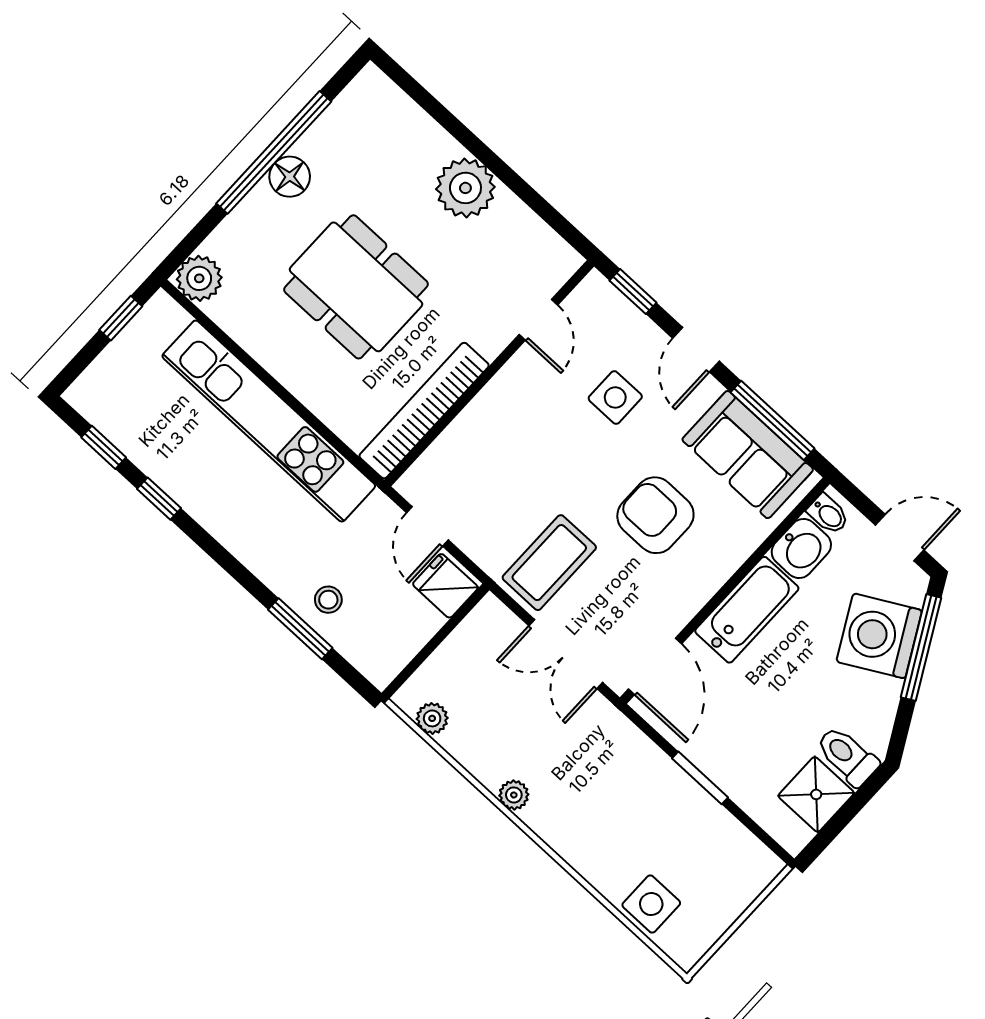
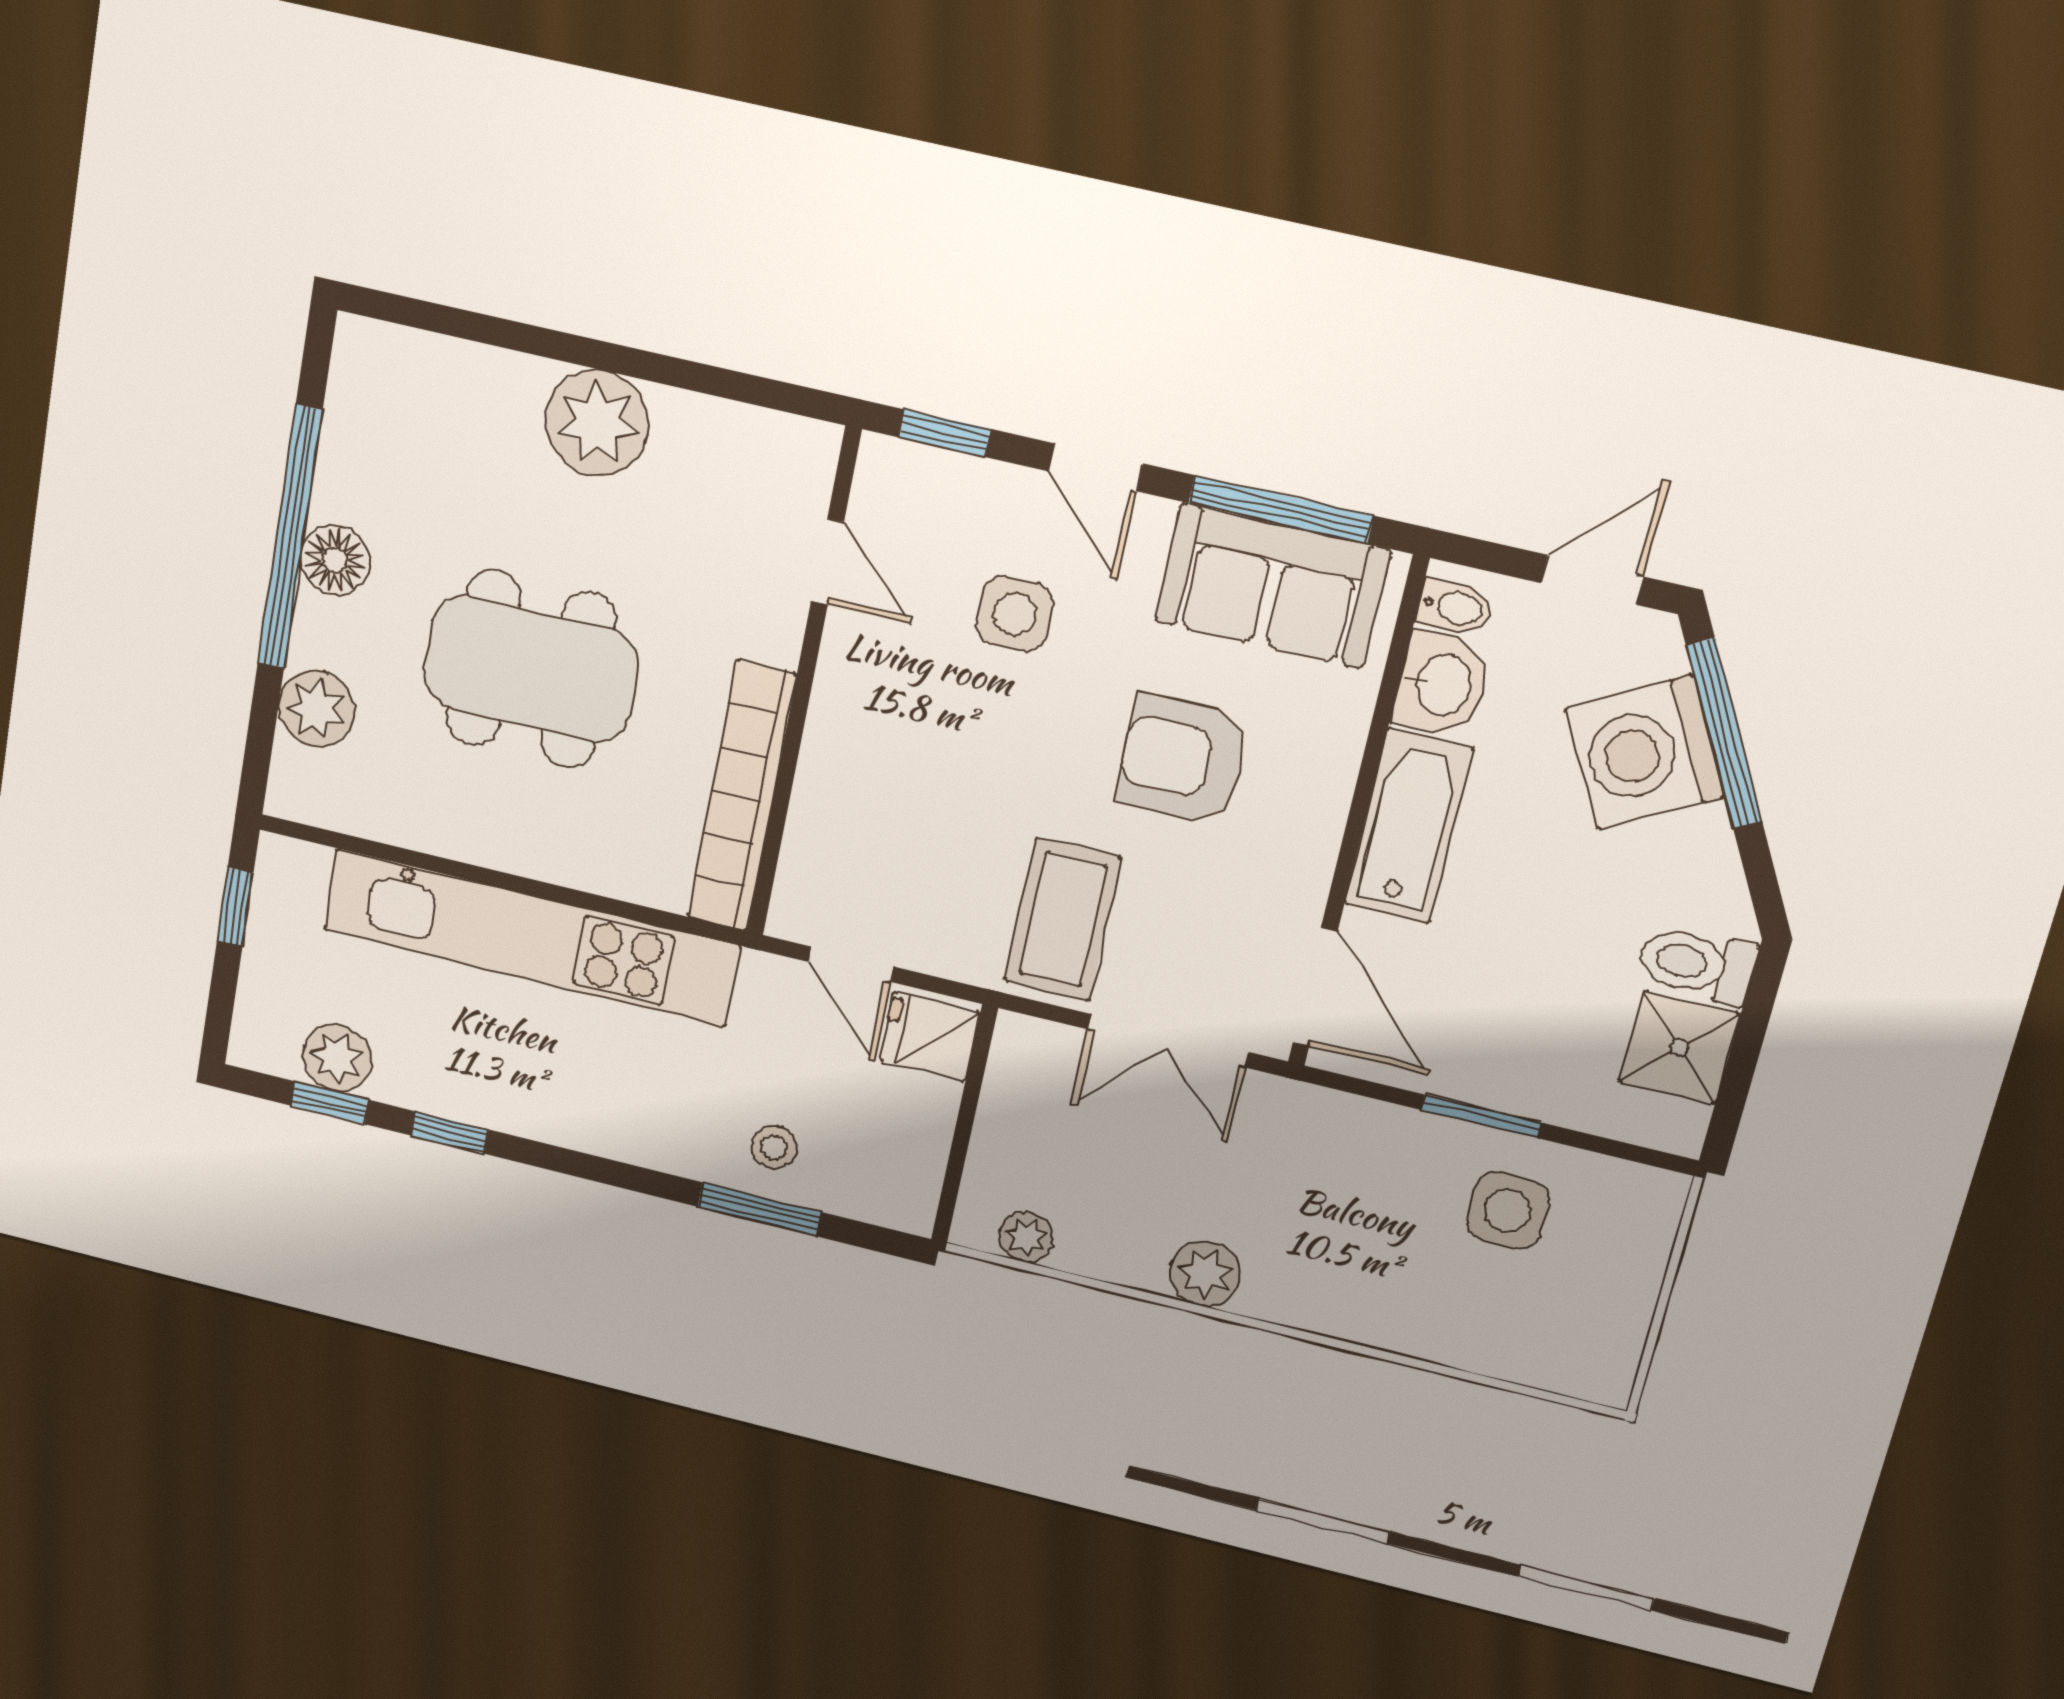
plant: (199, 278) -> (316, 709), moved
plant: (123, 426) -> (337, 1058), added
plant: (514, 795) -> (1205, 1274), width x1.38, depth x1.38
side table: (651, 904) -> (1508, 1211), moved

